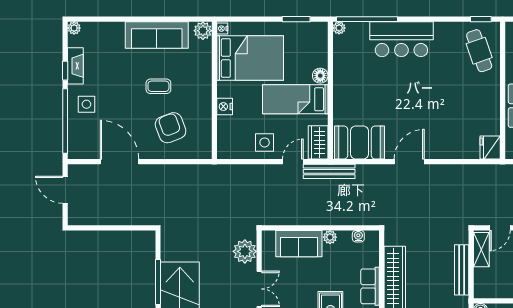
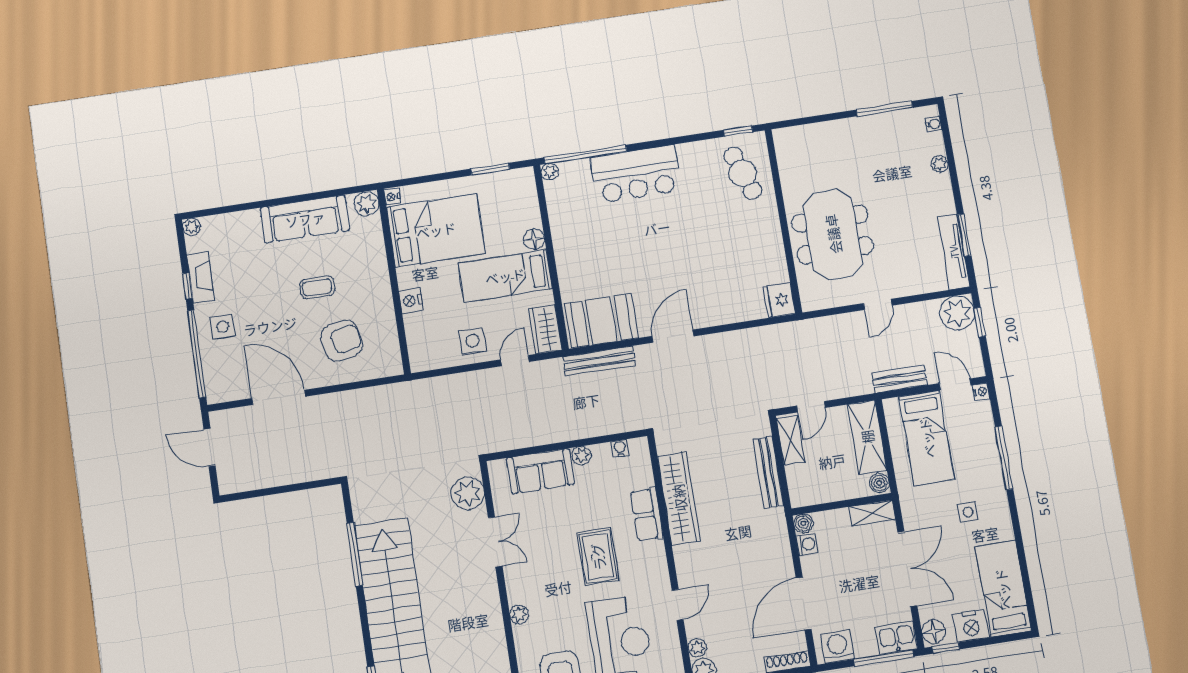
armchair: (171, 128) -> (342, 341), turned 99
bench: (329, 171) -> (599, 361), moved

